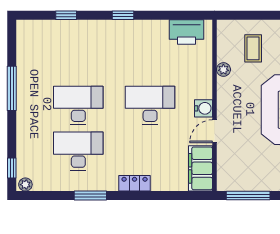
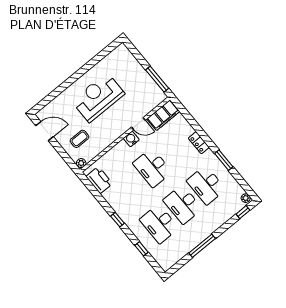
desk: (78, 60) -> (159, 224), added
plant: (223, 70) -> (81, 163), moved

